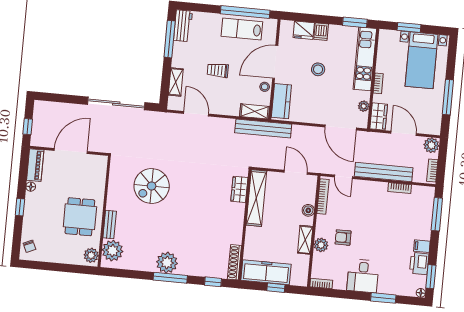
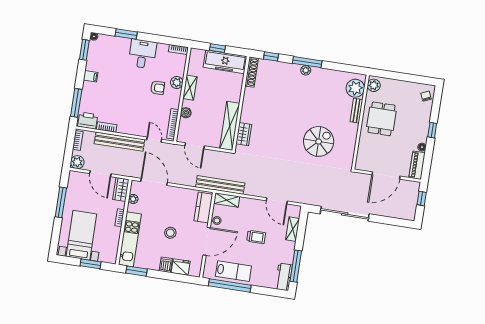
plant: (167, 263) -> (306, 70), width x0.53, depth x0.53
printer: (419, 264) -> (88, 121), moved, turned -90

